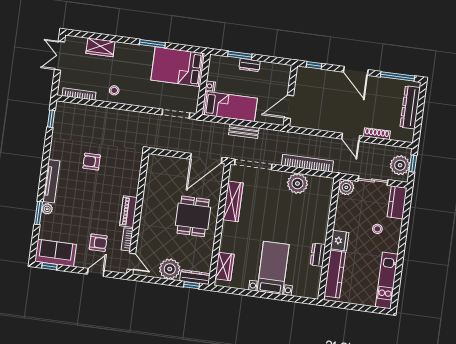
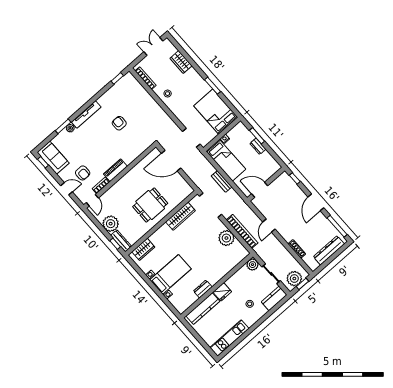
door: (351, 137) -> (269, 226), moved
door: (206, 158) -> (171, 161), moved

